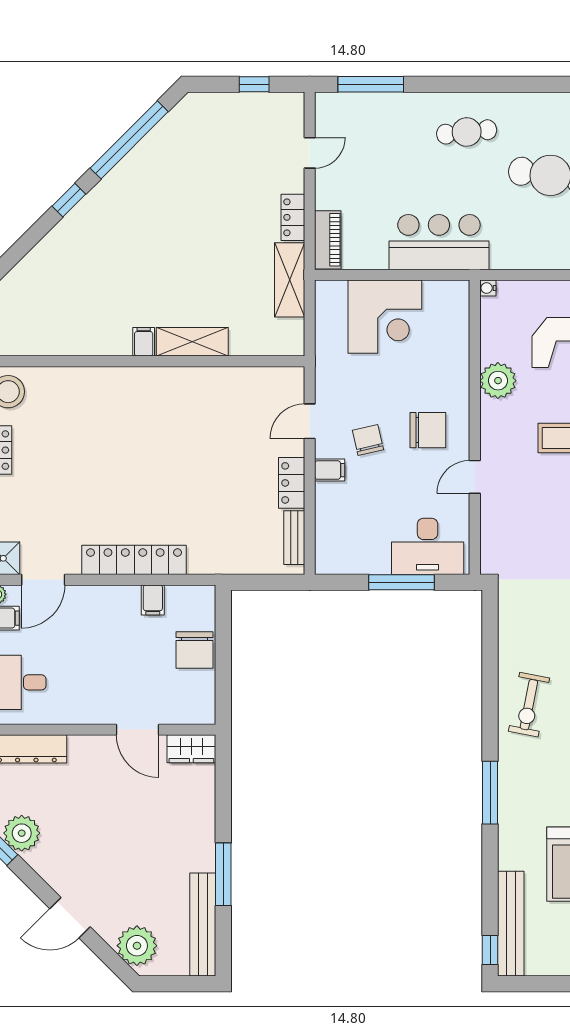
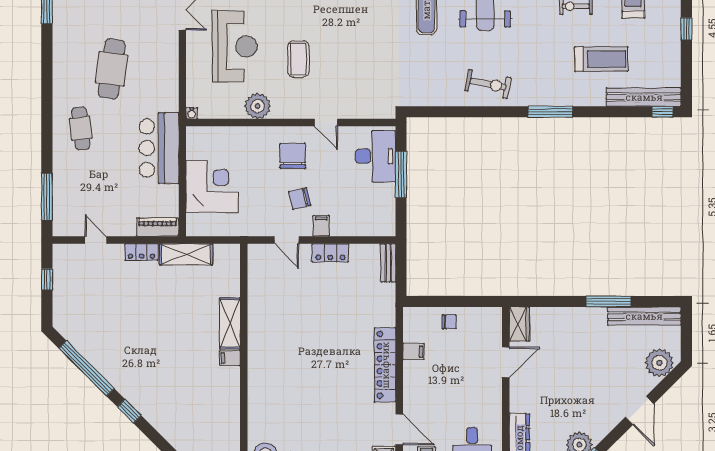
bench: (294, 538) -> (388, 263), moved, turned 90
chair: (195, 650) -> (449, 322), width x0.54, depth x0.54

